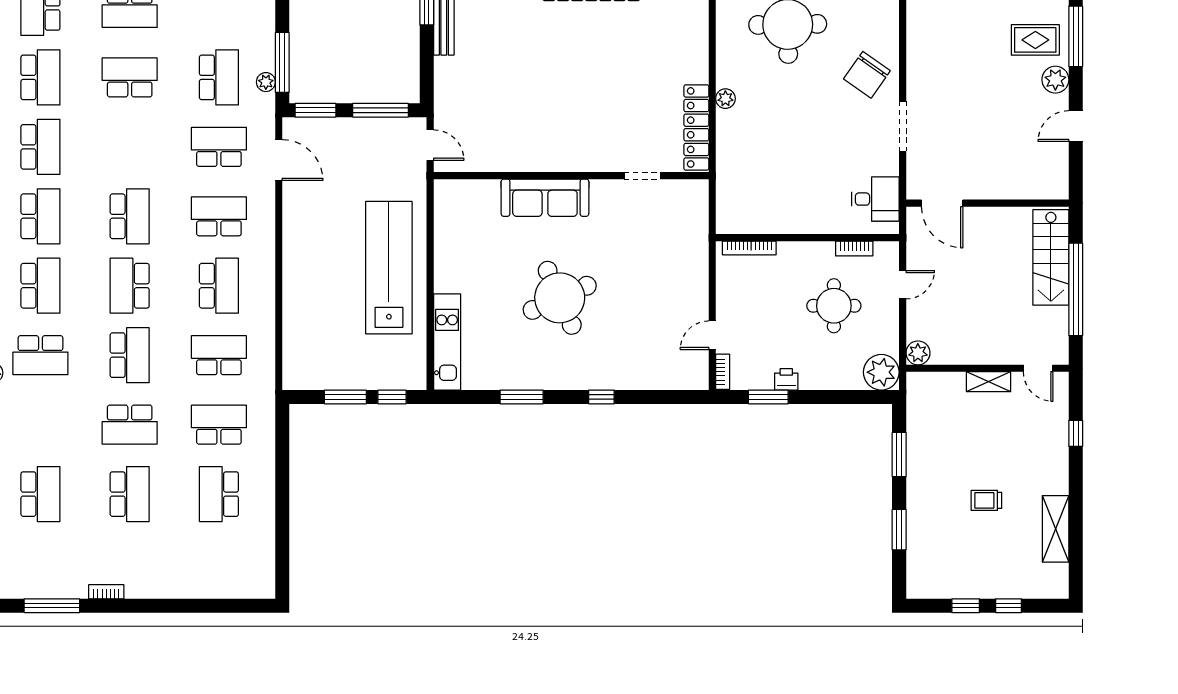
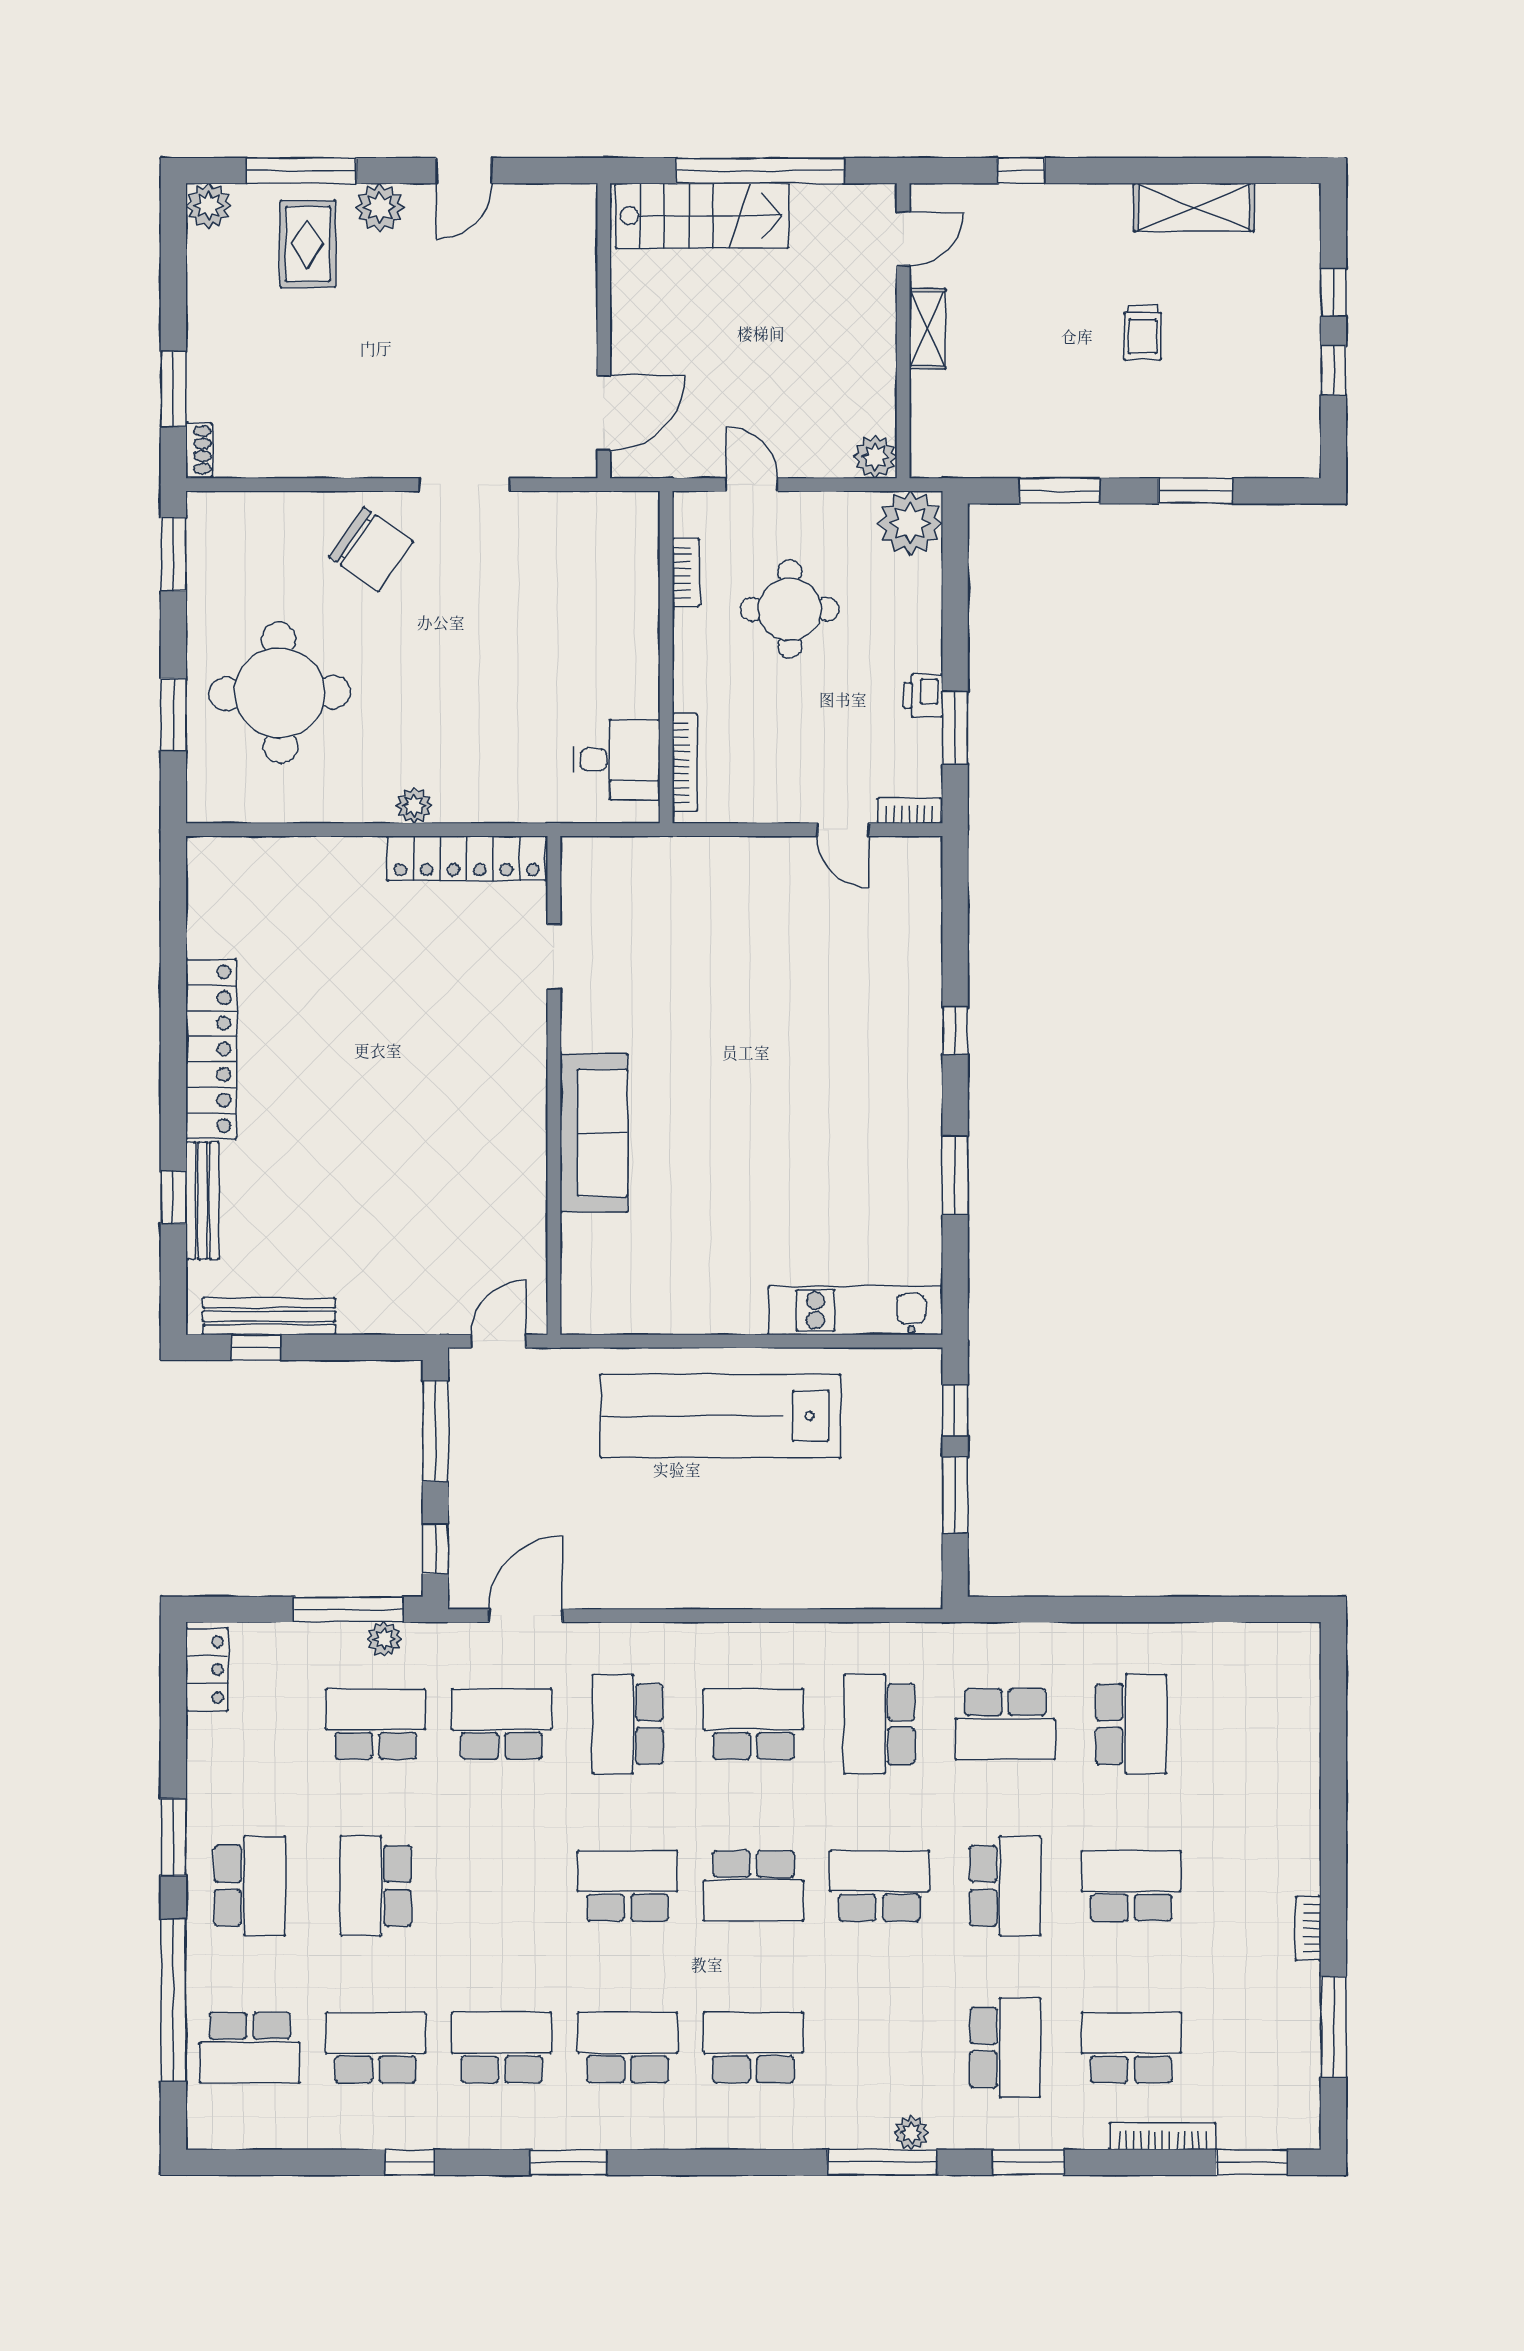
window: (315, 110) -> (435, 1549), width x0.67
door: (1076, 126) -> (464, 171), hinge flipped
school desk: (219, 147) -> (502, 1724), turned 90
desk: (875, 199) -> (617, 760), moved, turned 90
round table: (560, 298) -> (775, 1106), removed
school desk: (40, 355) -> (1005, 2048), moved
school desk: (219, 425) -> (1005, 1724), turned -90
school desk: (219, 494) -> (1131, 1724), turned -90

